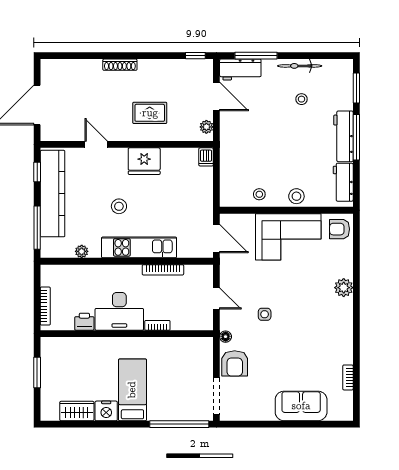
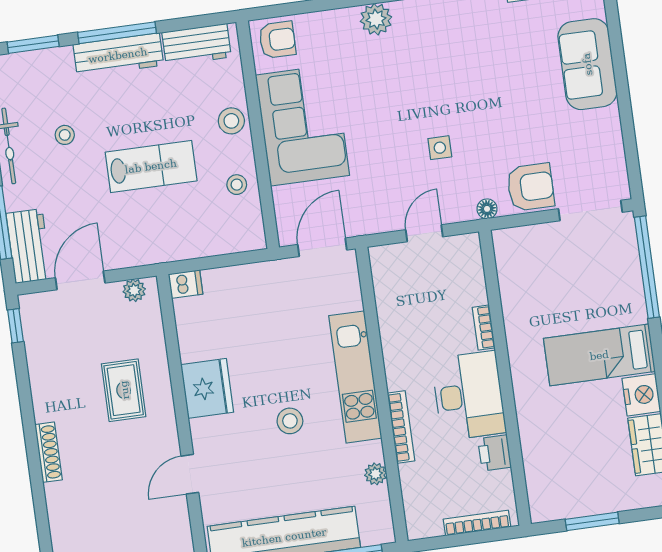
lab bench: (277, 146) -> (151, 166), added
armchair: (340, 229) -> (277, 40), turned -90
bookcase: (163, 270) -> (401, 427), moved

